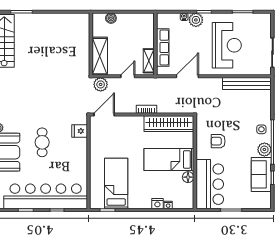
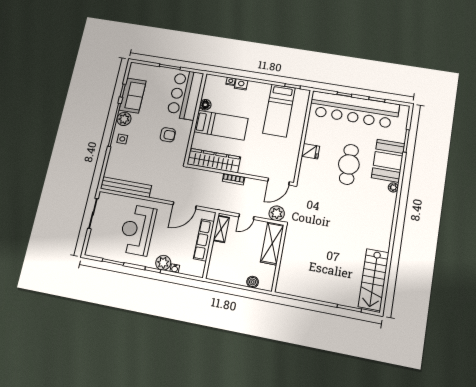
fridge: (80, 131) -> (311, 151), moved
cafe table: (42, 142) -> (349, 164), width x1.37, depth x1.35

